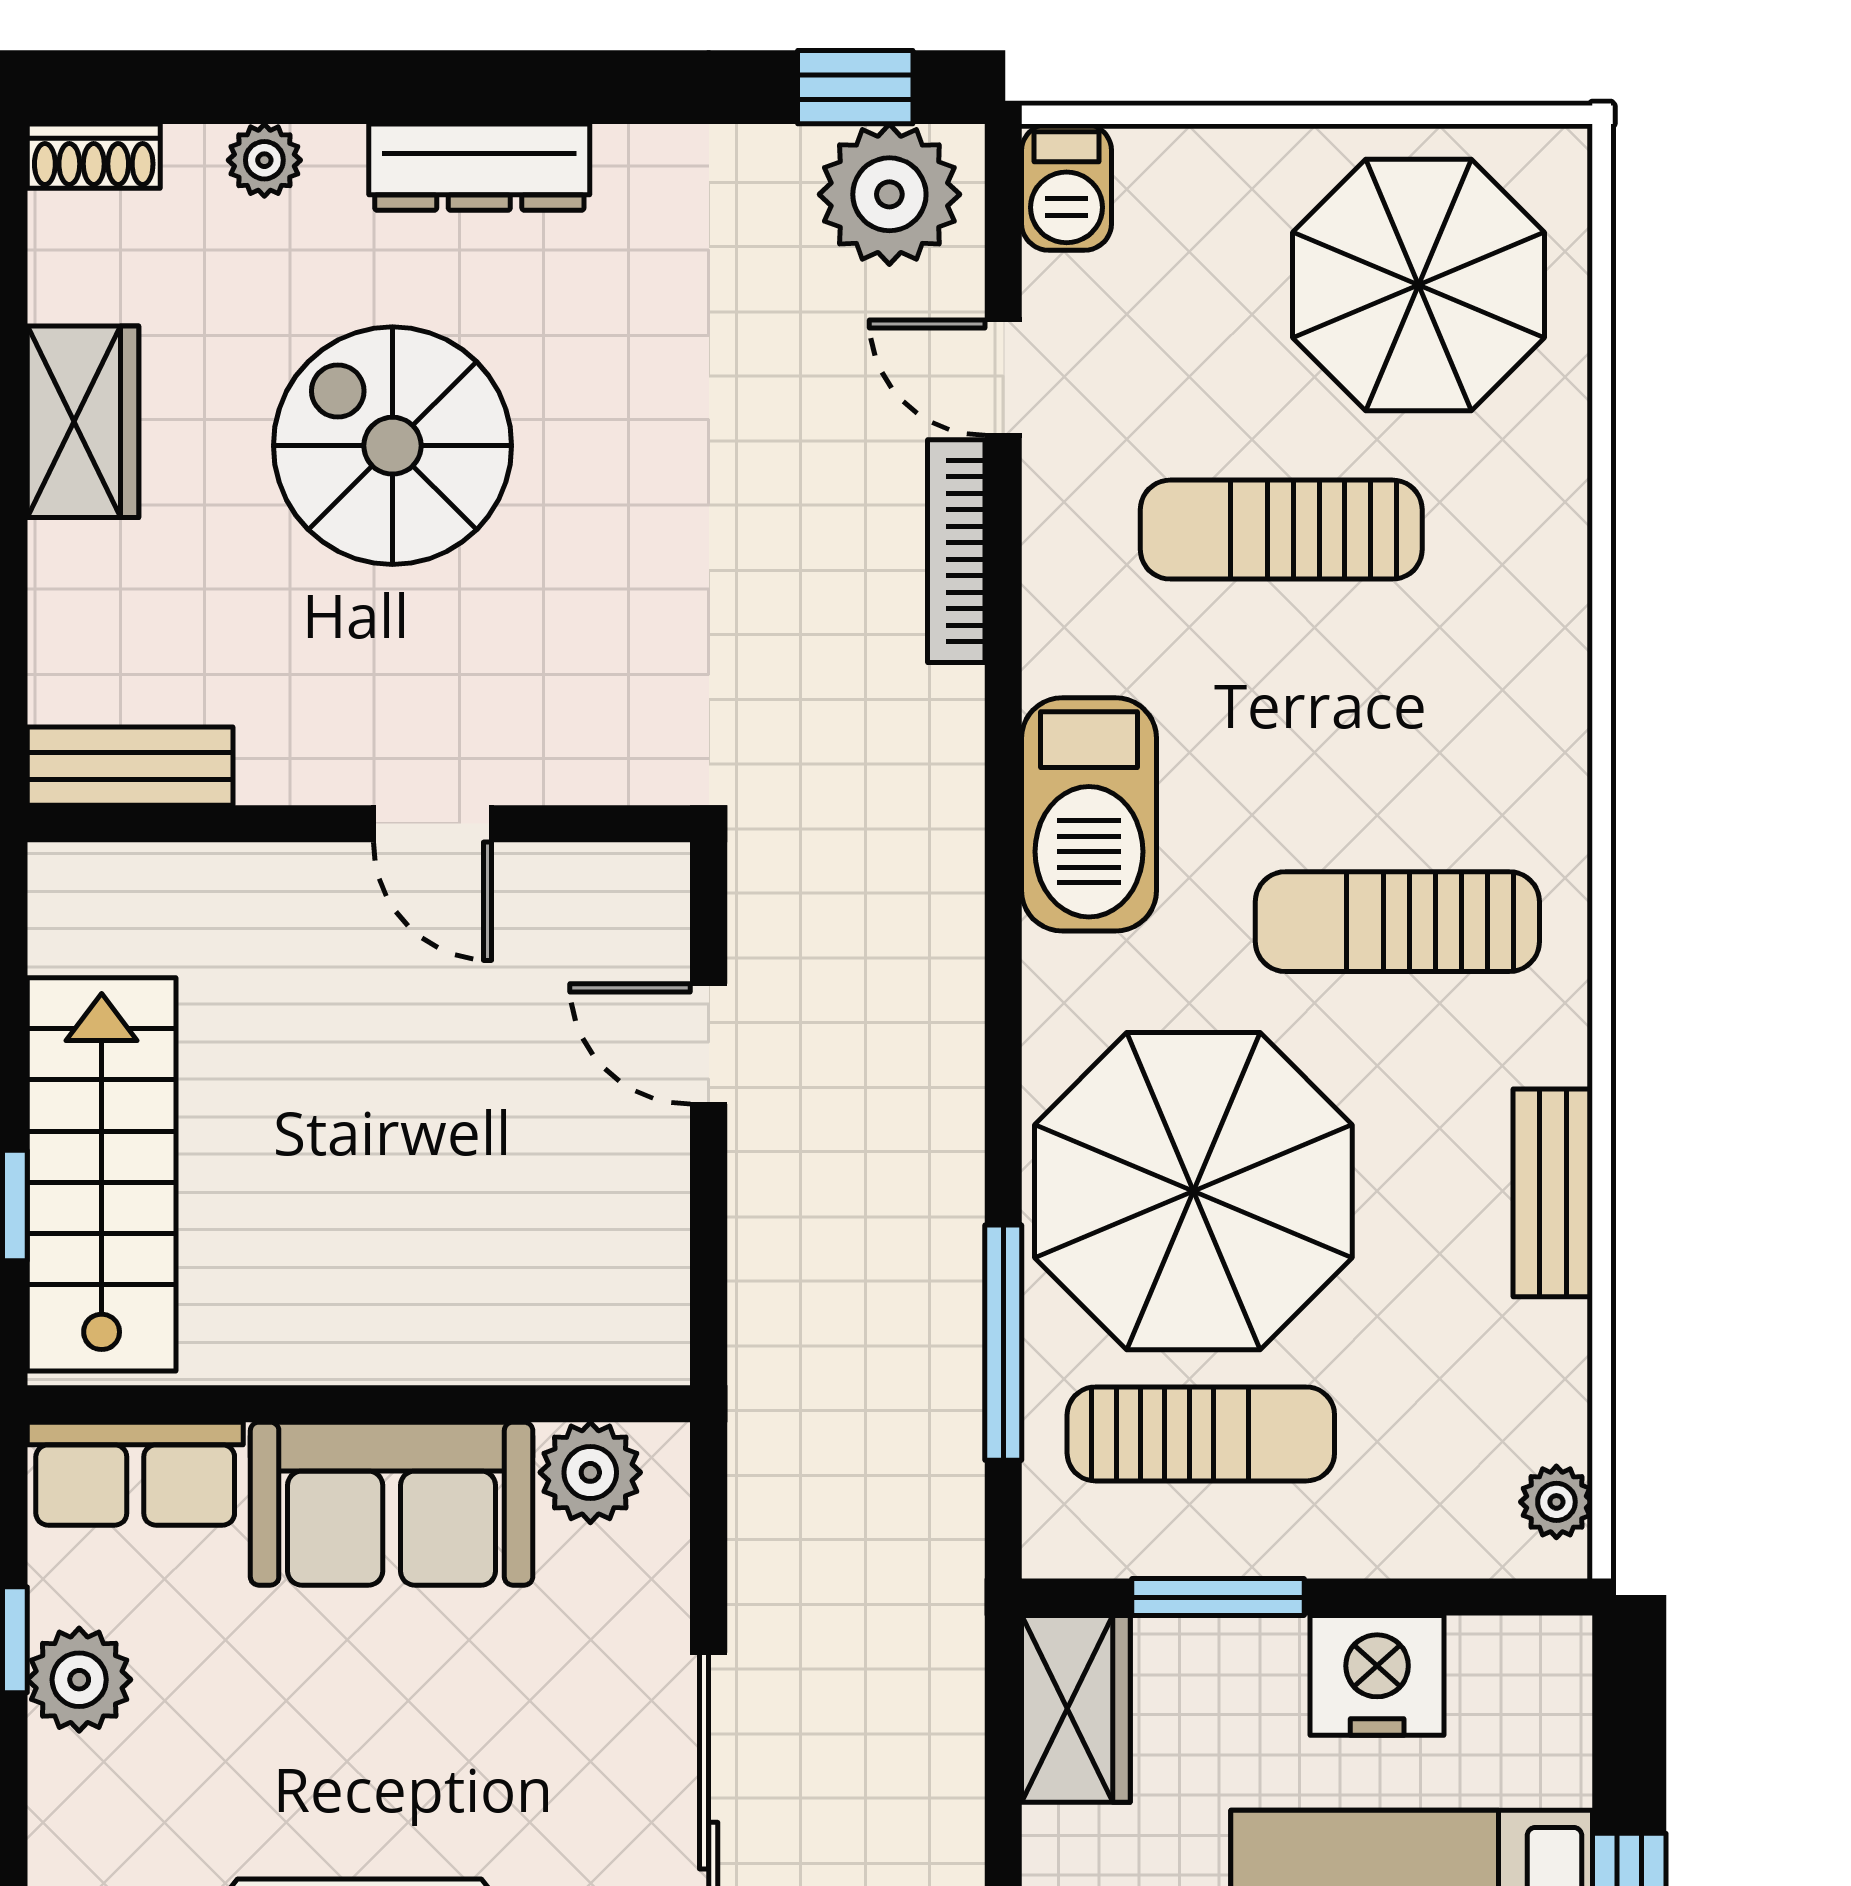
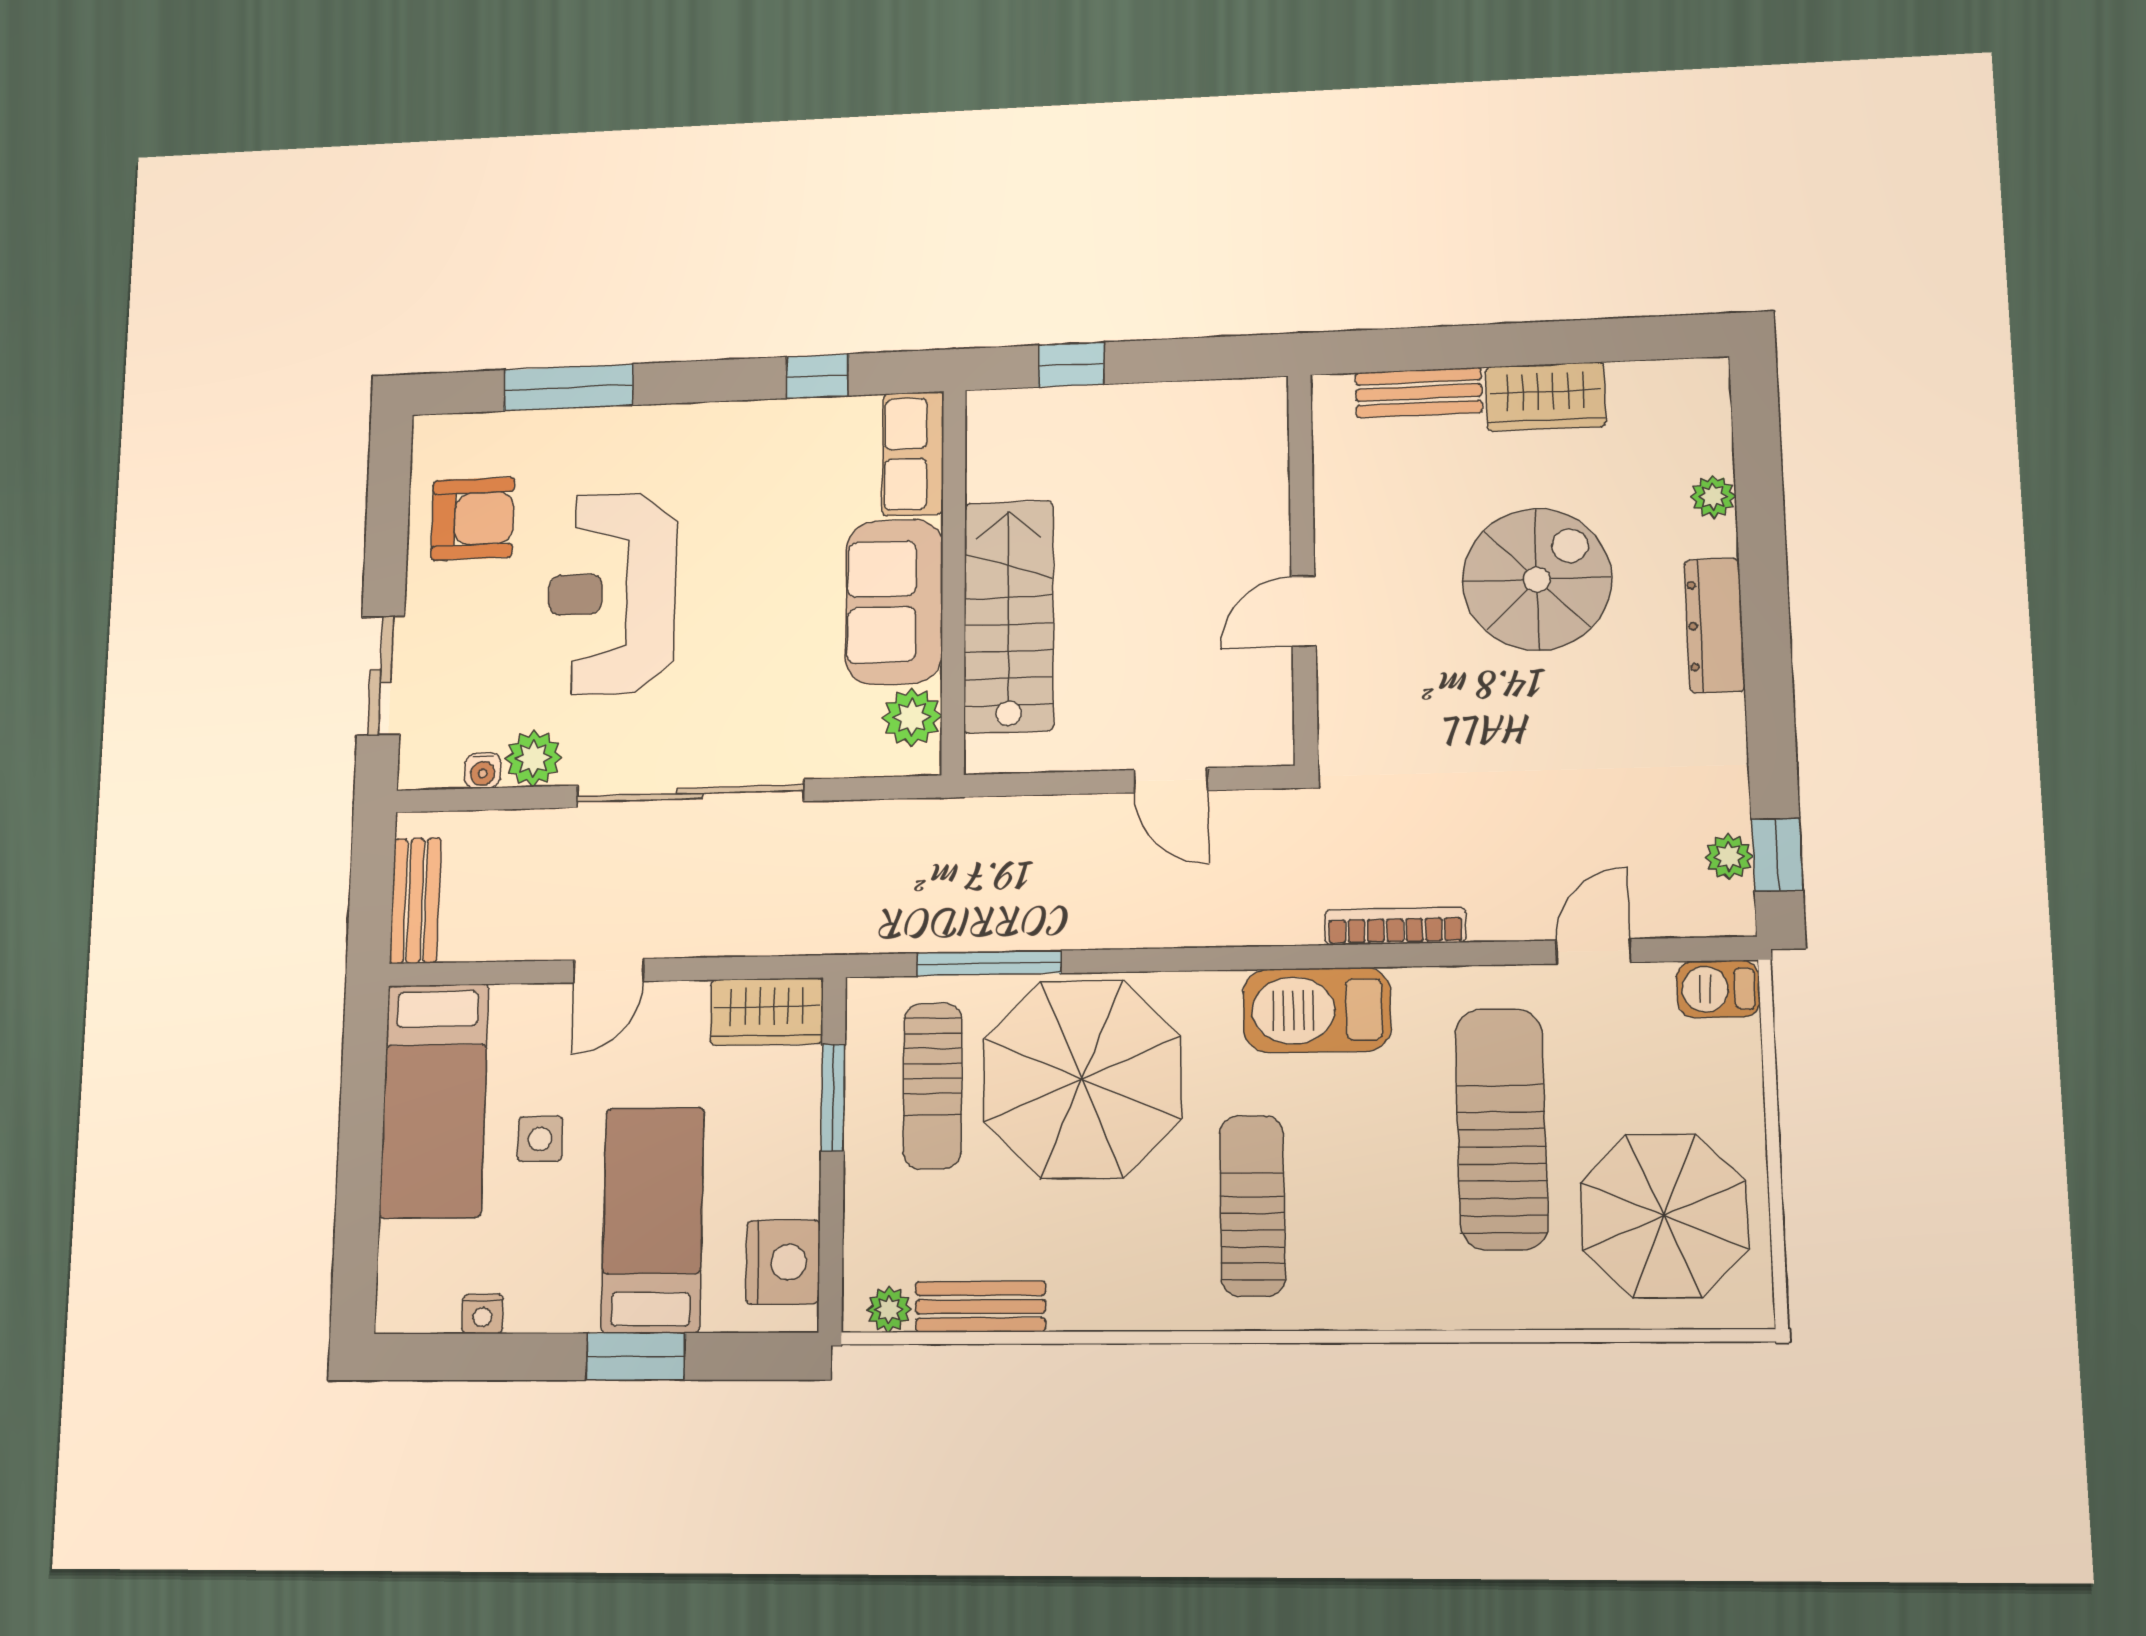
shoe rack: (94, 156) -> (1711, 396), removed
plant: (889, 194) -> (1729, 857), width x0.53, depth x0.53
sun lounger: (1281, 530) -> (1501, 1129), width x1.36, depth x1.34
bookcase: (956, 551) -> (1395, 926), moved
bench: (130, 766) -> (1419, 393), moved, turned 90
door: (709, 1044) -> (1171, 780), swing flipped
stairs: (102, 1174) -> (1009, 616), moved, turned -90
bench: (1553, 1193) -> (981, 1307), moved
nightstand: (1377, 1675) -> (783, 1262), moved
plant: (79, 1680) -> (794, 427), removed

